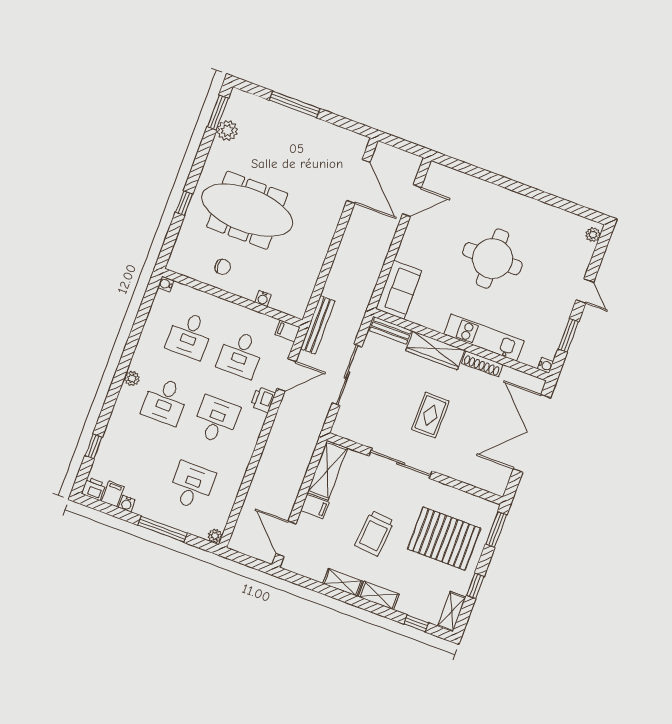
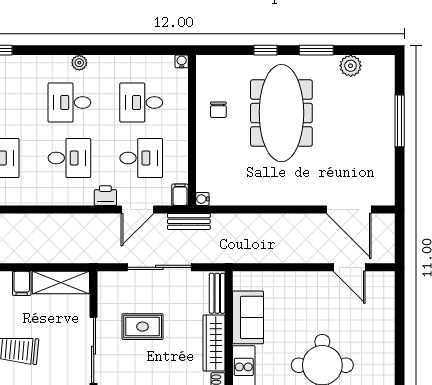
window: (218, 112) -> (316, 50), moved
door: (358, 181) -> (349, 209), hinge flipped
sofa: (399, 290) -> (248, 317), moved, turned -90
water cooler: (263, 298) -> (202, 199), moved
bench: (318, 325) -> (189, 221), width x0.73
desk: (241, 354) -> (141, 158), turned 180
door: (286, 375) -> (137, 209), hinge flipped
rug: (430, 415) -> (143, 327), moved

